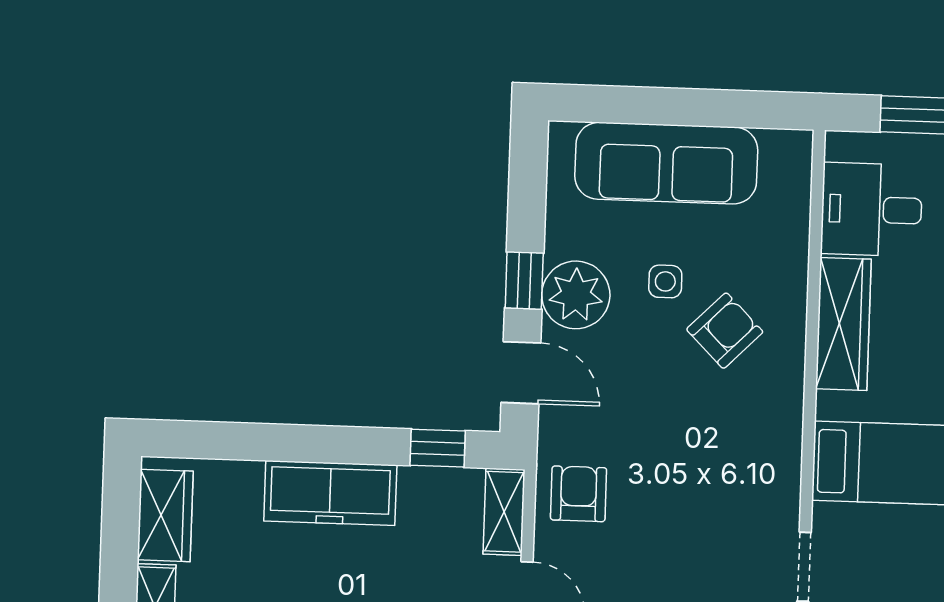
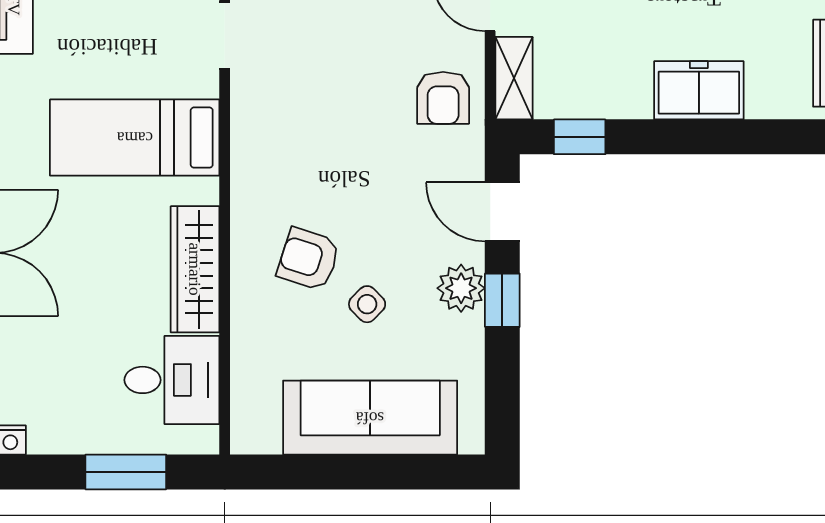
side table: (665, 281) -> (367, 304), turned 45
plant: (576, 295) -> (461, 288), width x0.73, depth x0.73
armchair: (725, 331) -> (308, 259), turned 63
freezer: (330, 493) -> (699, 90), width x0.71

